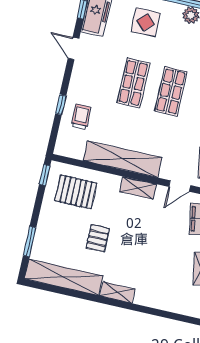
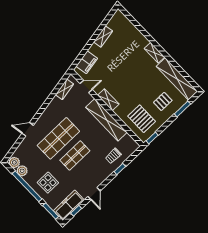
shop shelf: (171, 91) -> (58, 138), width x1.43, depth x1.36
pallet: (98, 238) -> (163, 101), moved

